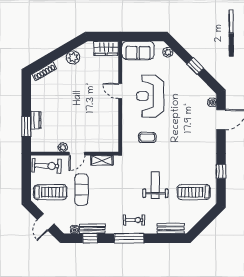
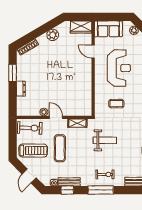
door: (120, 91) -> (93, 52), moved
reception desk: (150, 96) -> (119, 68), turned 180
window: (26, 127) -> (13, 73), moved
door: (77, 154) -> (56, 117), swing flipped
weight bench: (155, 185) -> (105, 140), moved, turned 90

